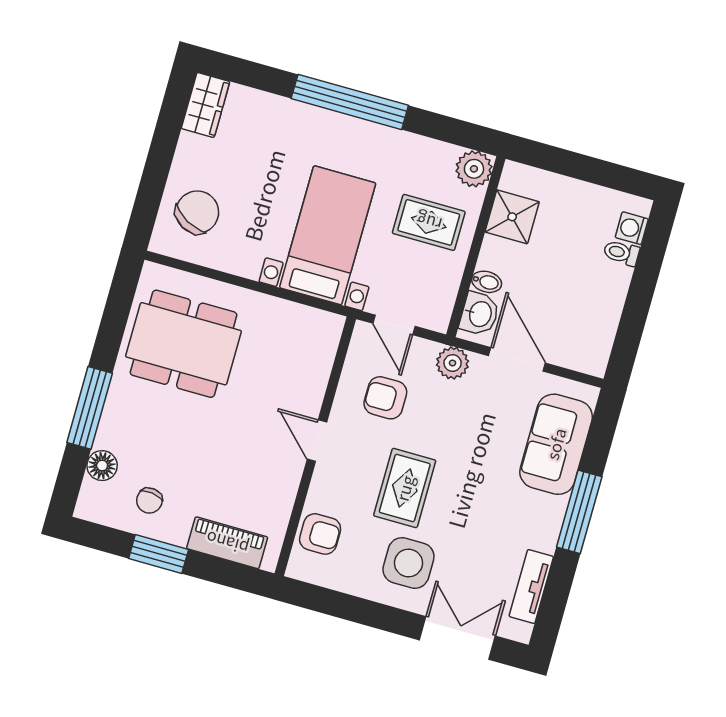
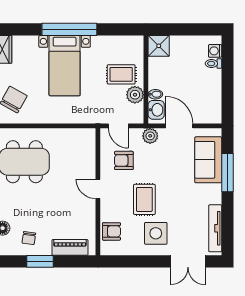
plant: (474, 169) -> (135, 95), moved
shower: (512, 217) -> (159, 46), moved
bed with nightstands: (328, 235) -> (65, 66), moved, turned 180
window: (579, 512) -> (228, 173), moved
tv unit: (531, 586) -> (215, 228), width x1.41
double door: (457, 638) -> (188, 261), swing flipped

